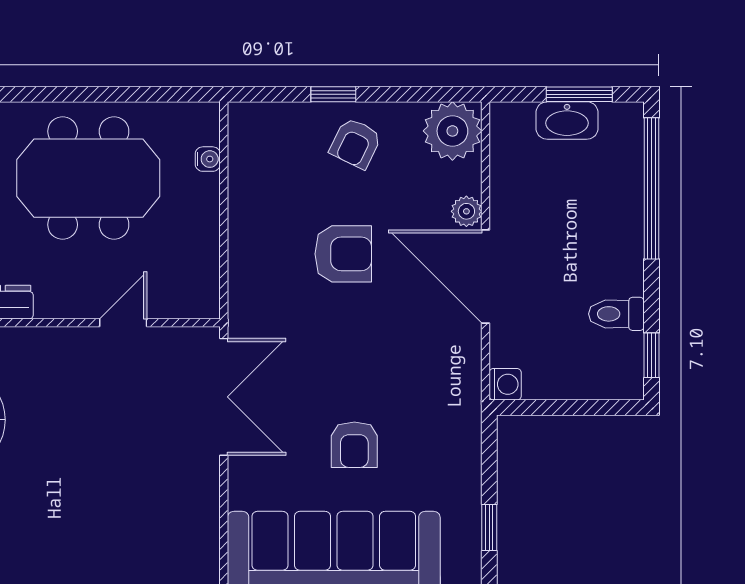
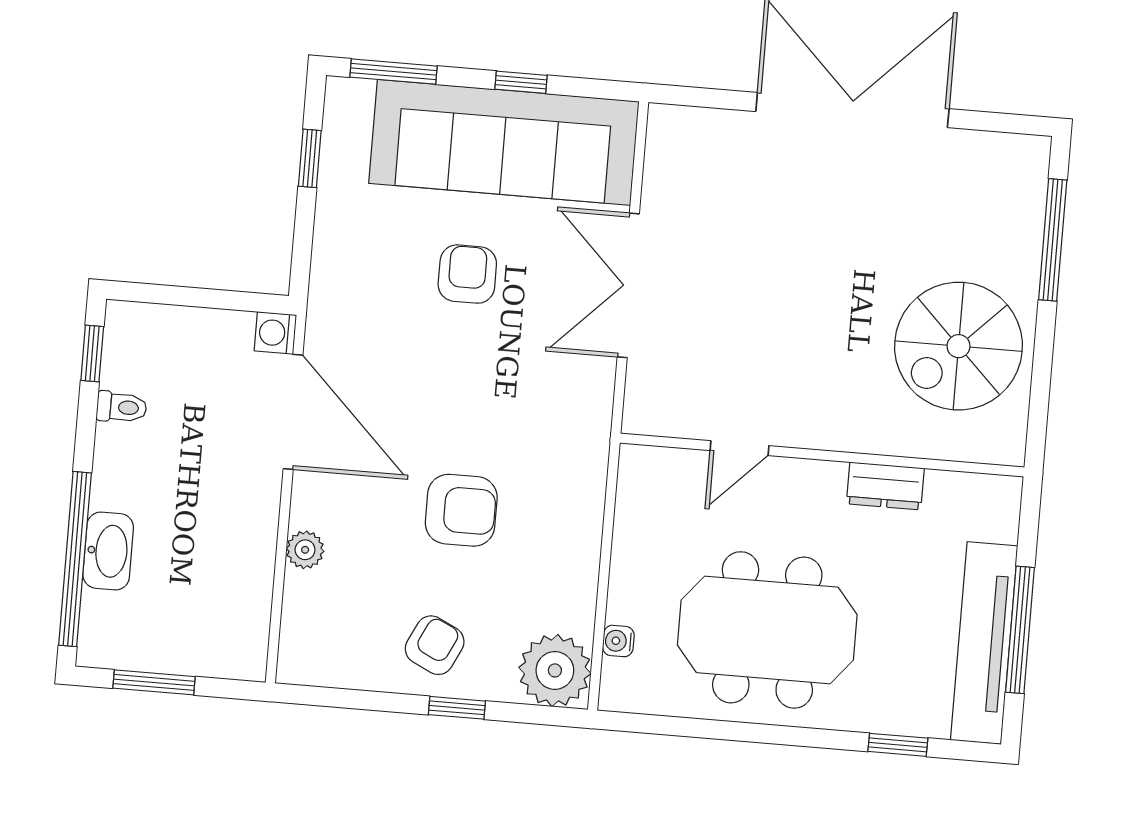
washbasin: (567, 120) -> (108, 551), moved, turned 90
plant: (452, 131) -> (555, 670), moved
armchair: (343, 254) -> (461, 510), turned 180
door: (486, 276) -> (293, 412), moved
toilet: (616, 314) -> (122, 407), width x0.73, depth x0.72
double door: (224, 397) -> (628, 285), moved

